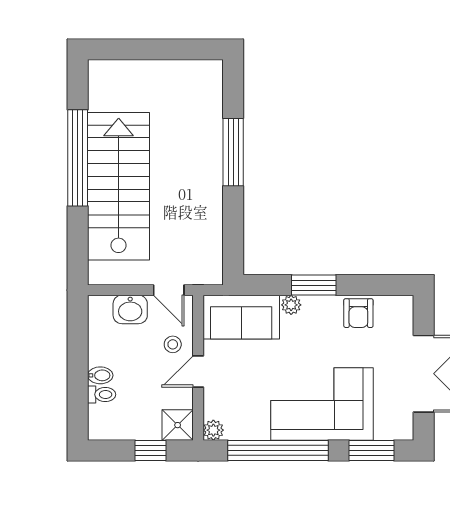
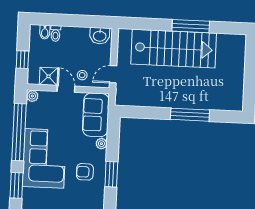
window: (78, 158) -> (191, 26), width x0.68
window: (314, 285) -> (111, 174), moved
washbasin: (130, 309) -> (100, 36), moved, turned -90
armchair: (358, 313) -> (85, 172), moved
bidet: (100, 375) -> (45, 32), moved
shower: (178, 425) -> (48, 76), moved

